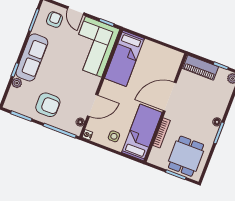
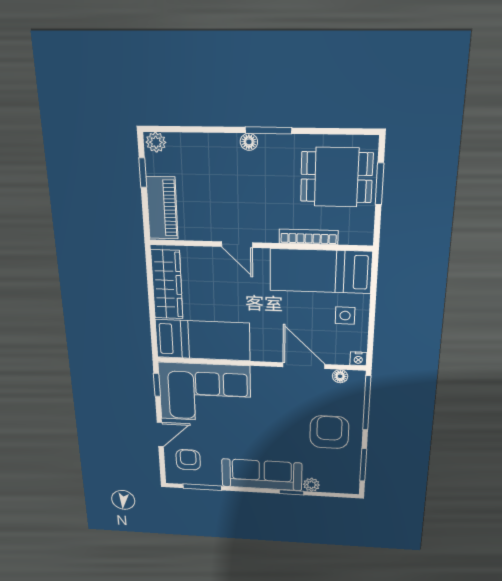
armchair: (54, 20) -> (188, 460), turned 90
wardrobe: (161, 53) -> (167, 285), added
door: (170, 97) -> (237, 245), width x0.53

